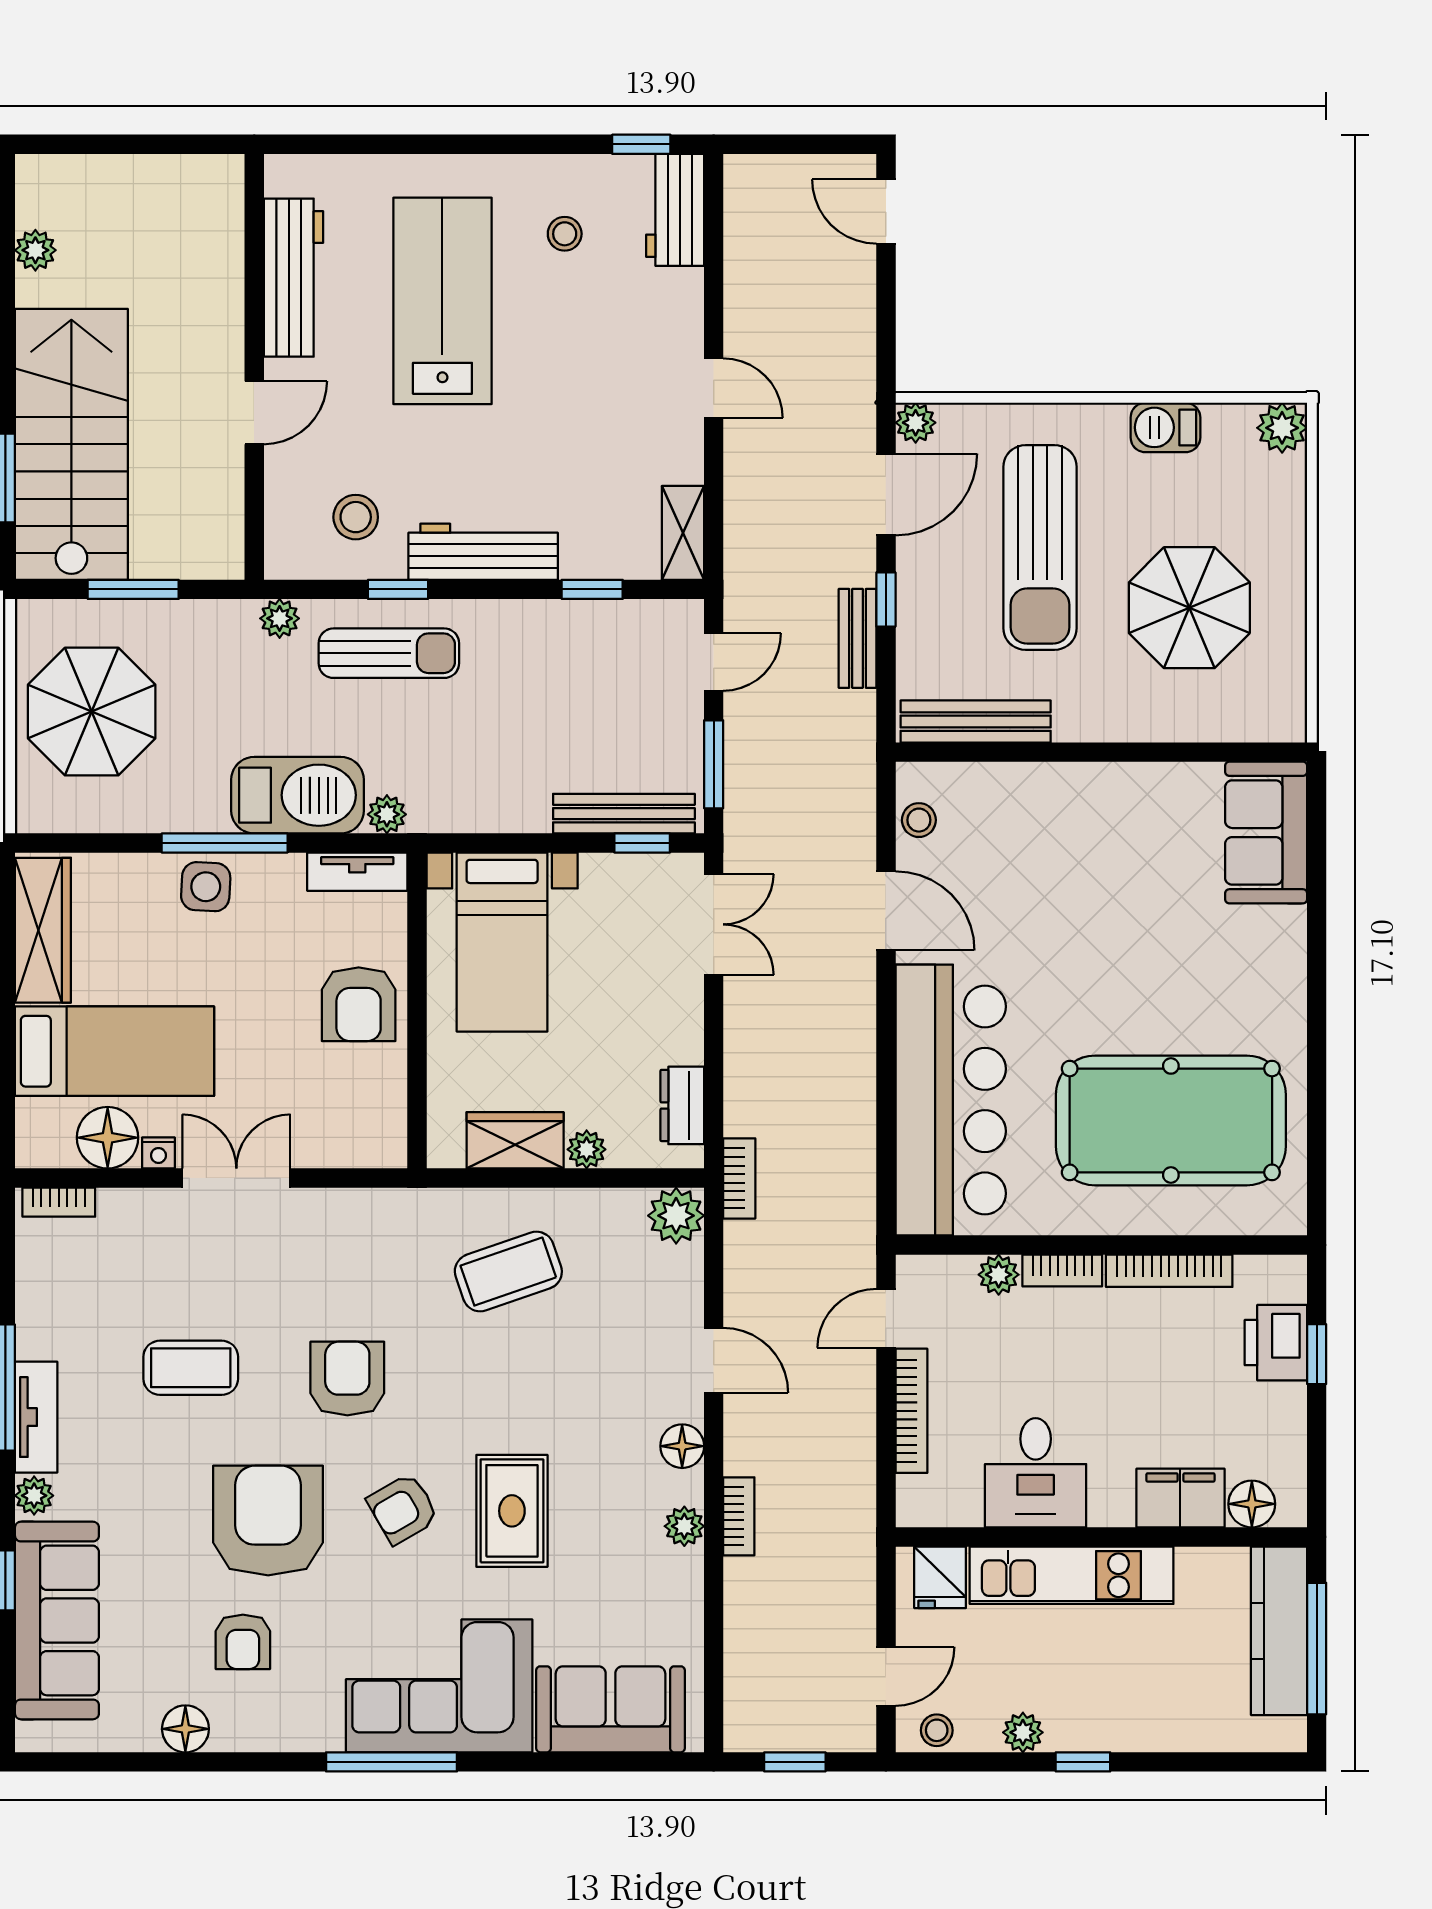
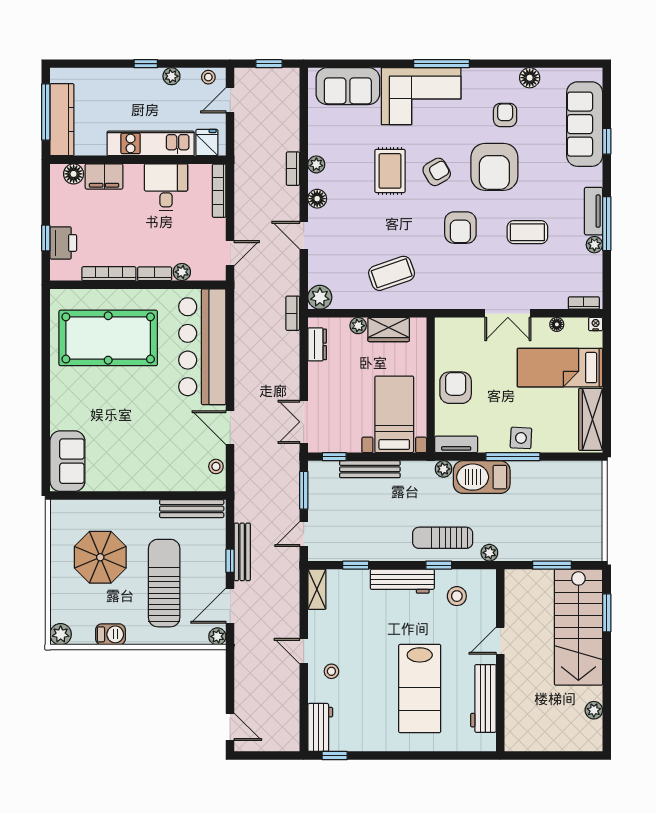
stool: (565, 234) -> (331, 671), moved
bench: (858, 638) -> (242, 552), width x1.36
parasol: (92, 712) -> (570, 513), removed
bench: (624, 814) -> (370, 469), moved
floor lamp: (108, 1138) -> (557, 324), width x0.53, depth x0.53
nightstand: (158, 1153) -> (596, 324), moved
bookcase: (911, 1411) -> (219, 191), moved
plant: (34, 1496) -> (594, 245), moved

